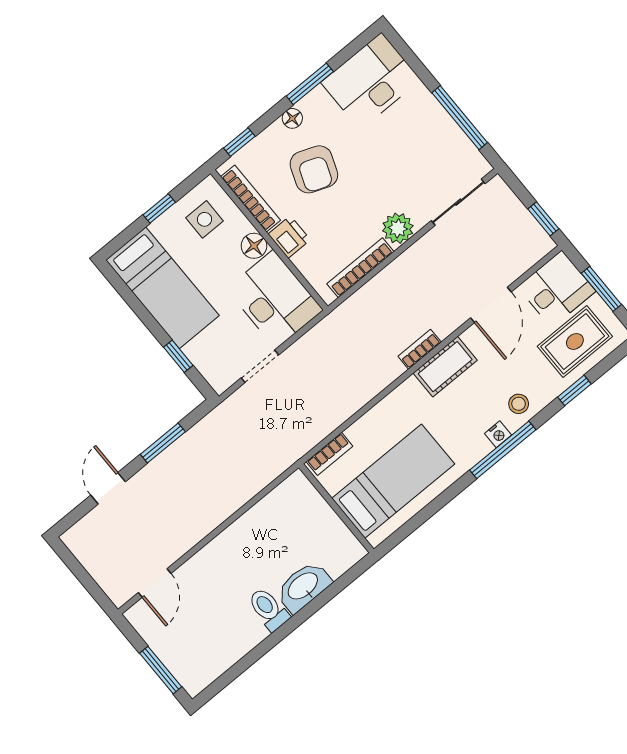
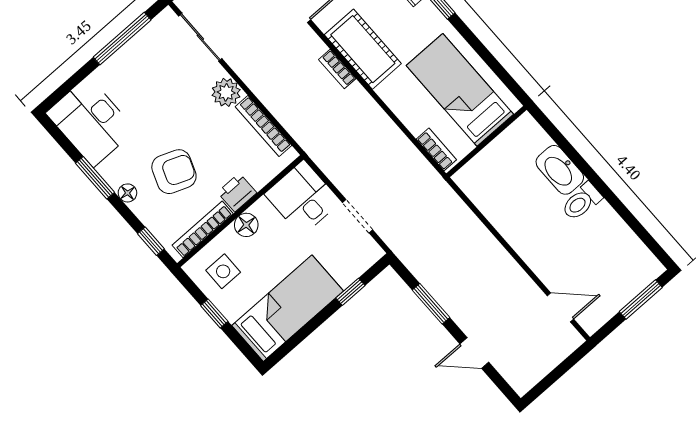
desk: (275, 299) -> (303, 198), width x0.73
cot: (445, 367) -> (363, 49), width x1.37, depth x1.34

